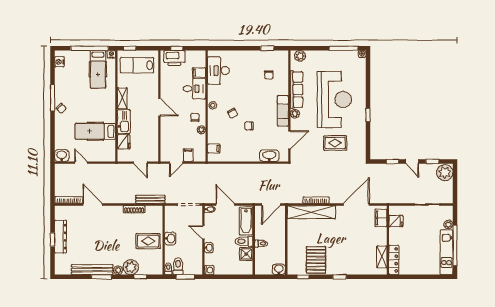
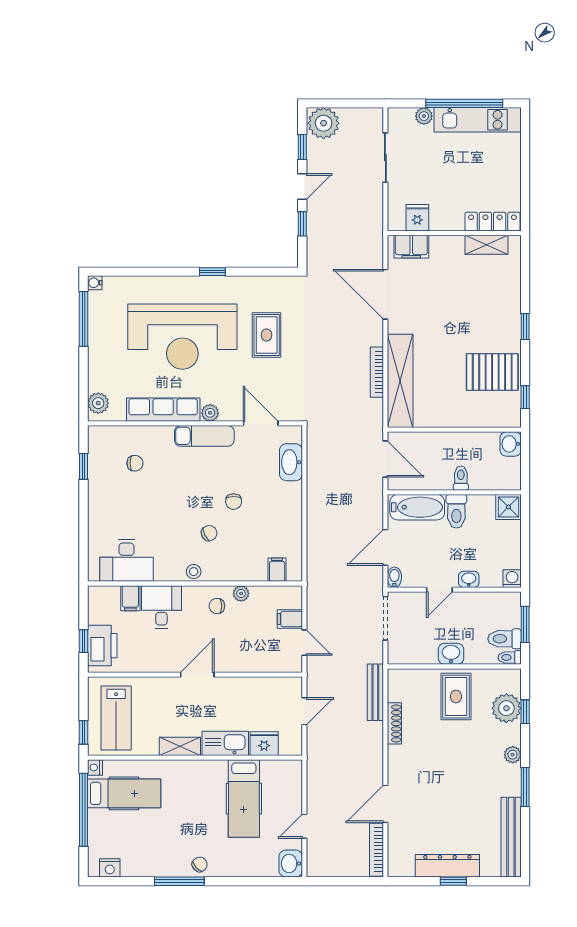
reception desk: (334, 99) -> (182, 337), turned 180
shower: (246, 254) -> (508, 507), moved
plant: (131, 267) -> (506, 708), moved
bench: (92, 270) -> (511, 837), moved

